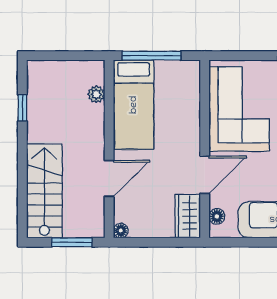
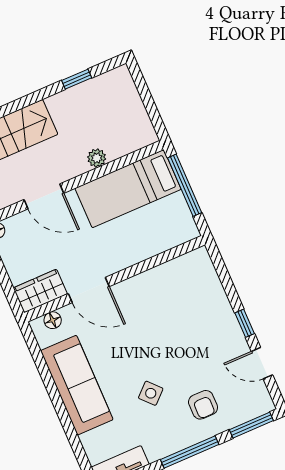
plant: (96, 94) -> (97, 158), moved
corner sofa: (239, 109) -> (169, 296), removed

